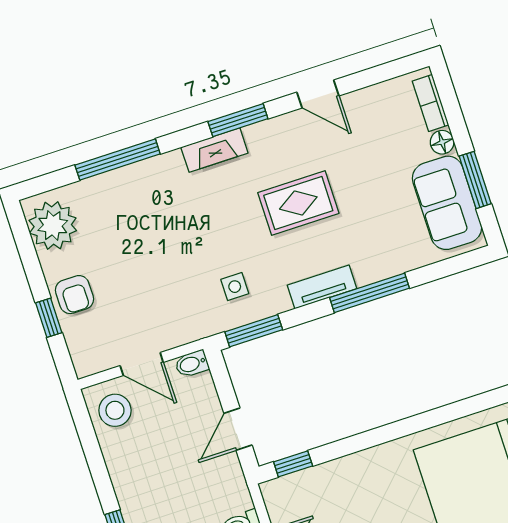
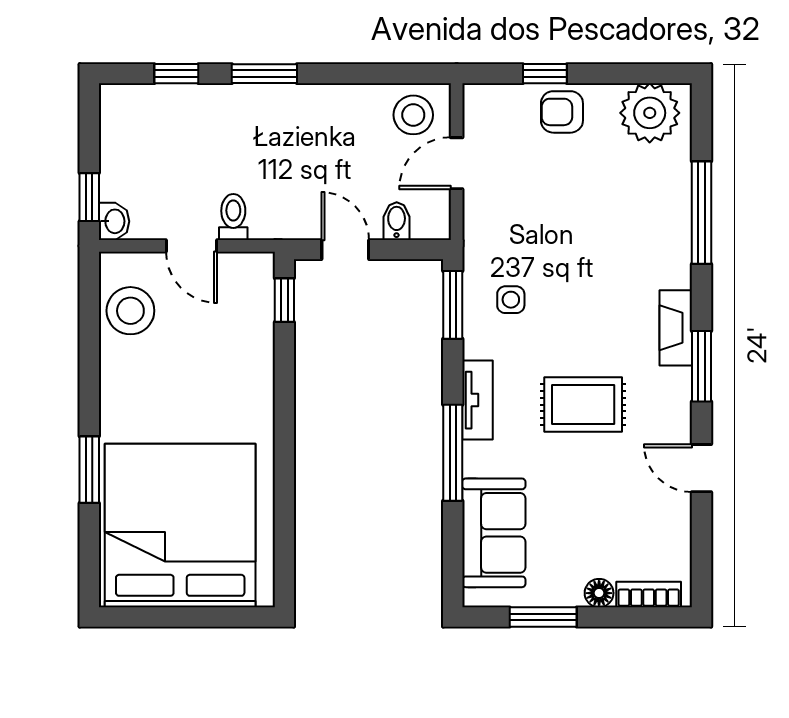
door: (318, 94) -> (702, 468), hinge flipped
rug: (298, 203) -> (583, 405), turned 90
sofa: (447, 203) -> (494, 533), moved, turned 90
bidet: (192, 364) -> (397, 221), moved

